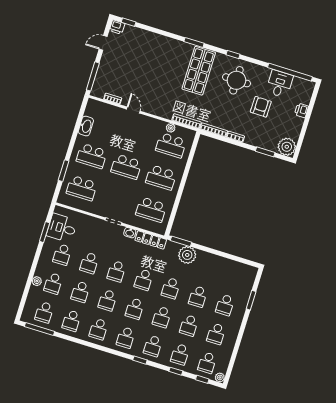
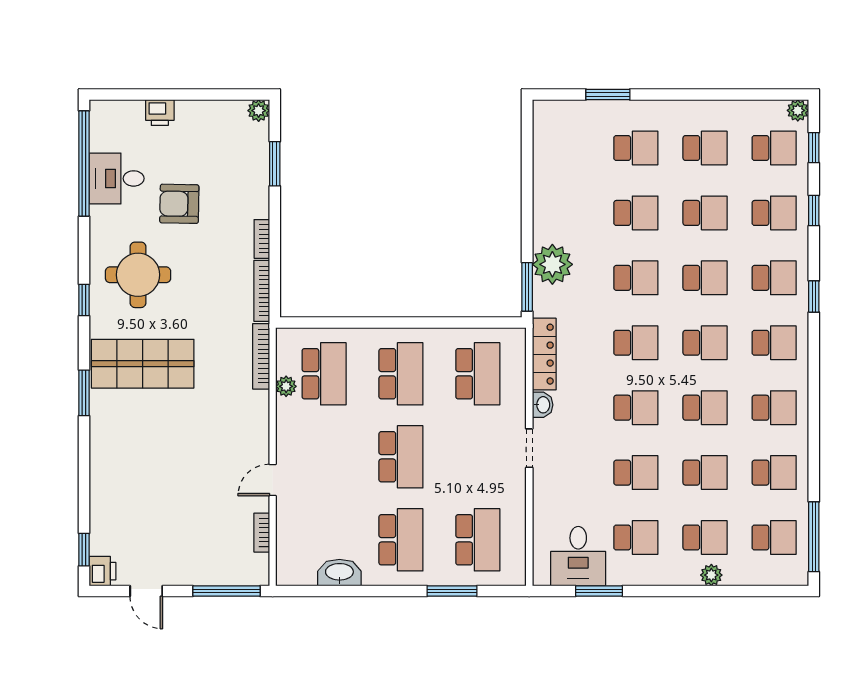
plant: (287, 147) -> (259, 111), width x0.53, depth x0.53

